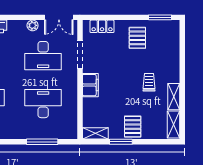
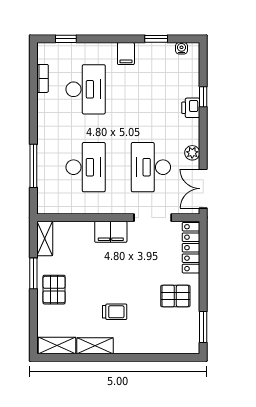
locker: (102, 26) -> (191, 248), width x1.53
pallet: (133, 127) -> (54, 290), turned 90

